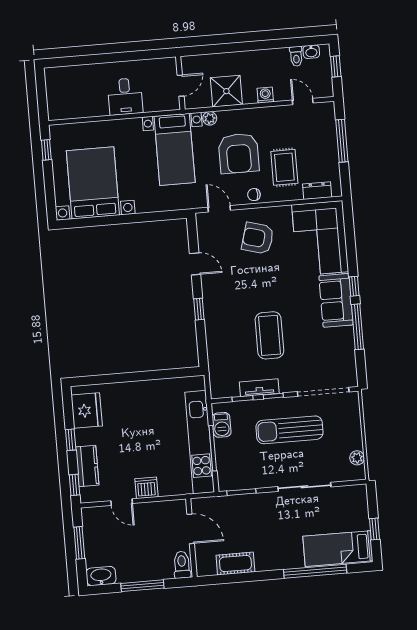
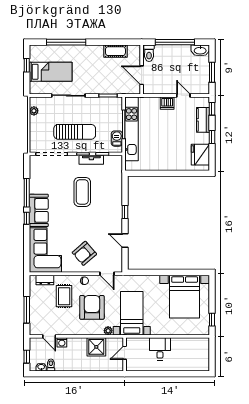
washing machine: (265, 95) -> (62, 342), moved
armchair: (258, 238) -> (84, 253), turned 123
bed: (338, 549) -> (51, 72), moved
window: (142, 586) -> (175, 42), width x1.46

